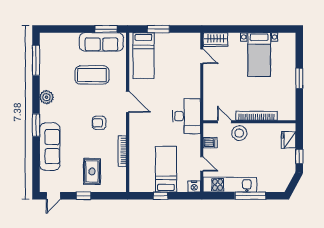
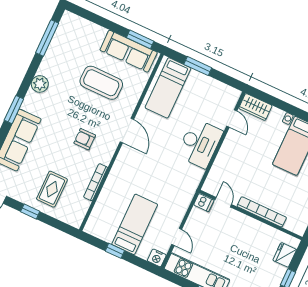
desk: (187, 116) -> (200, 143), moved
stool: (239, 133) -> (234, 222), removed
dishwasher: (210, 143) -> (204, 203), moved

